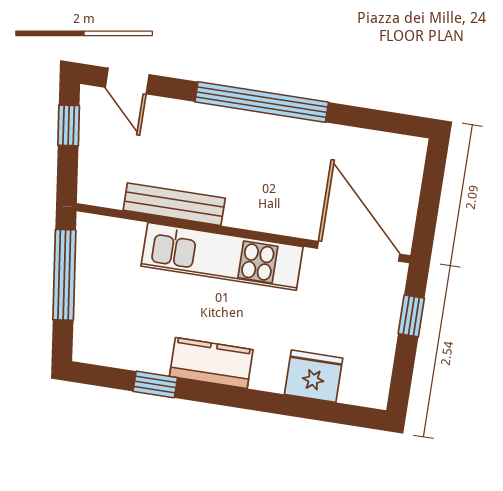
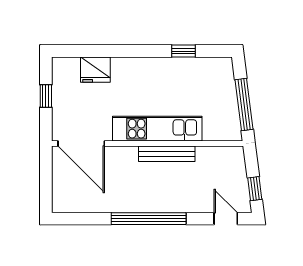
bench: (174, 204) -> (167, 154), moved
window: (411, 316) -> (46, 96), moved
kitchen counter: (211, 363) -> (154, 68), removed

